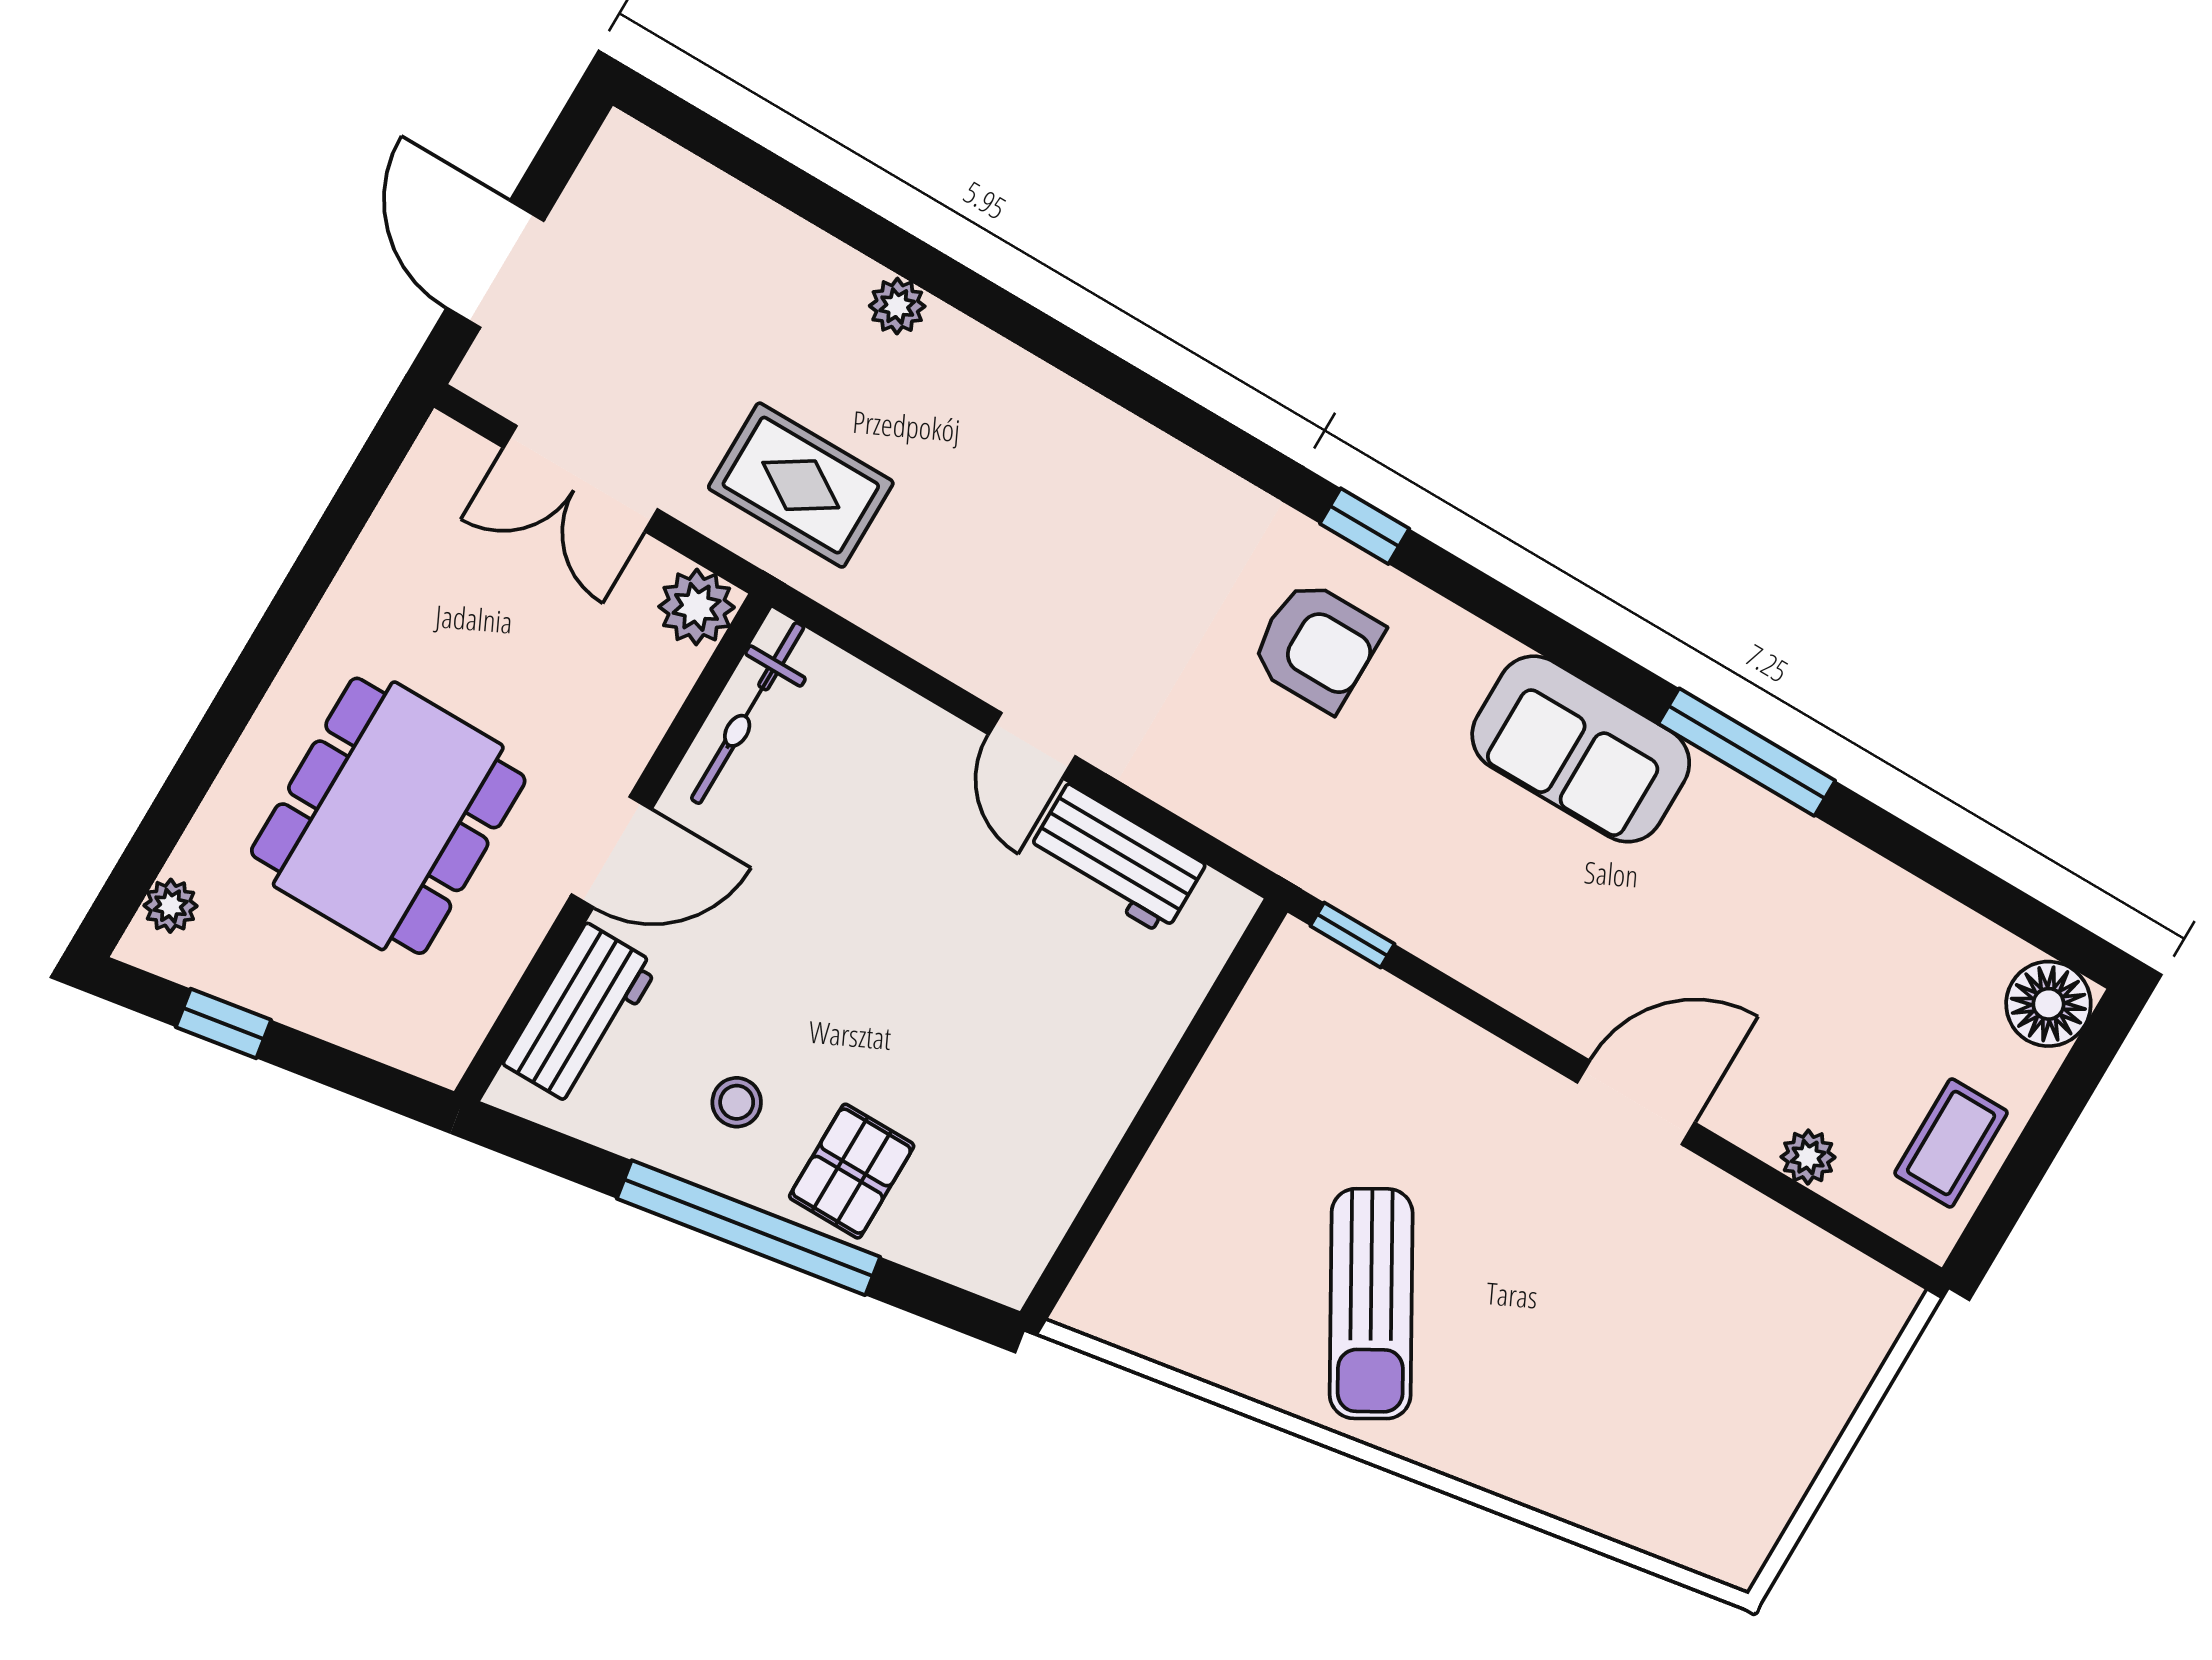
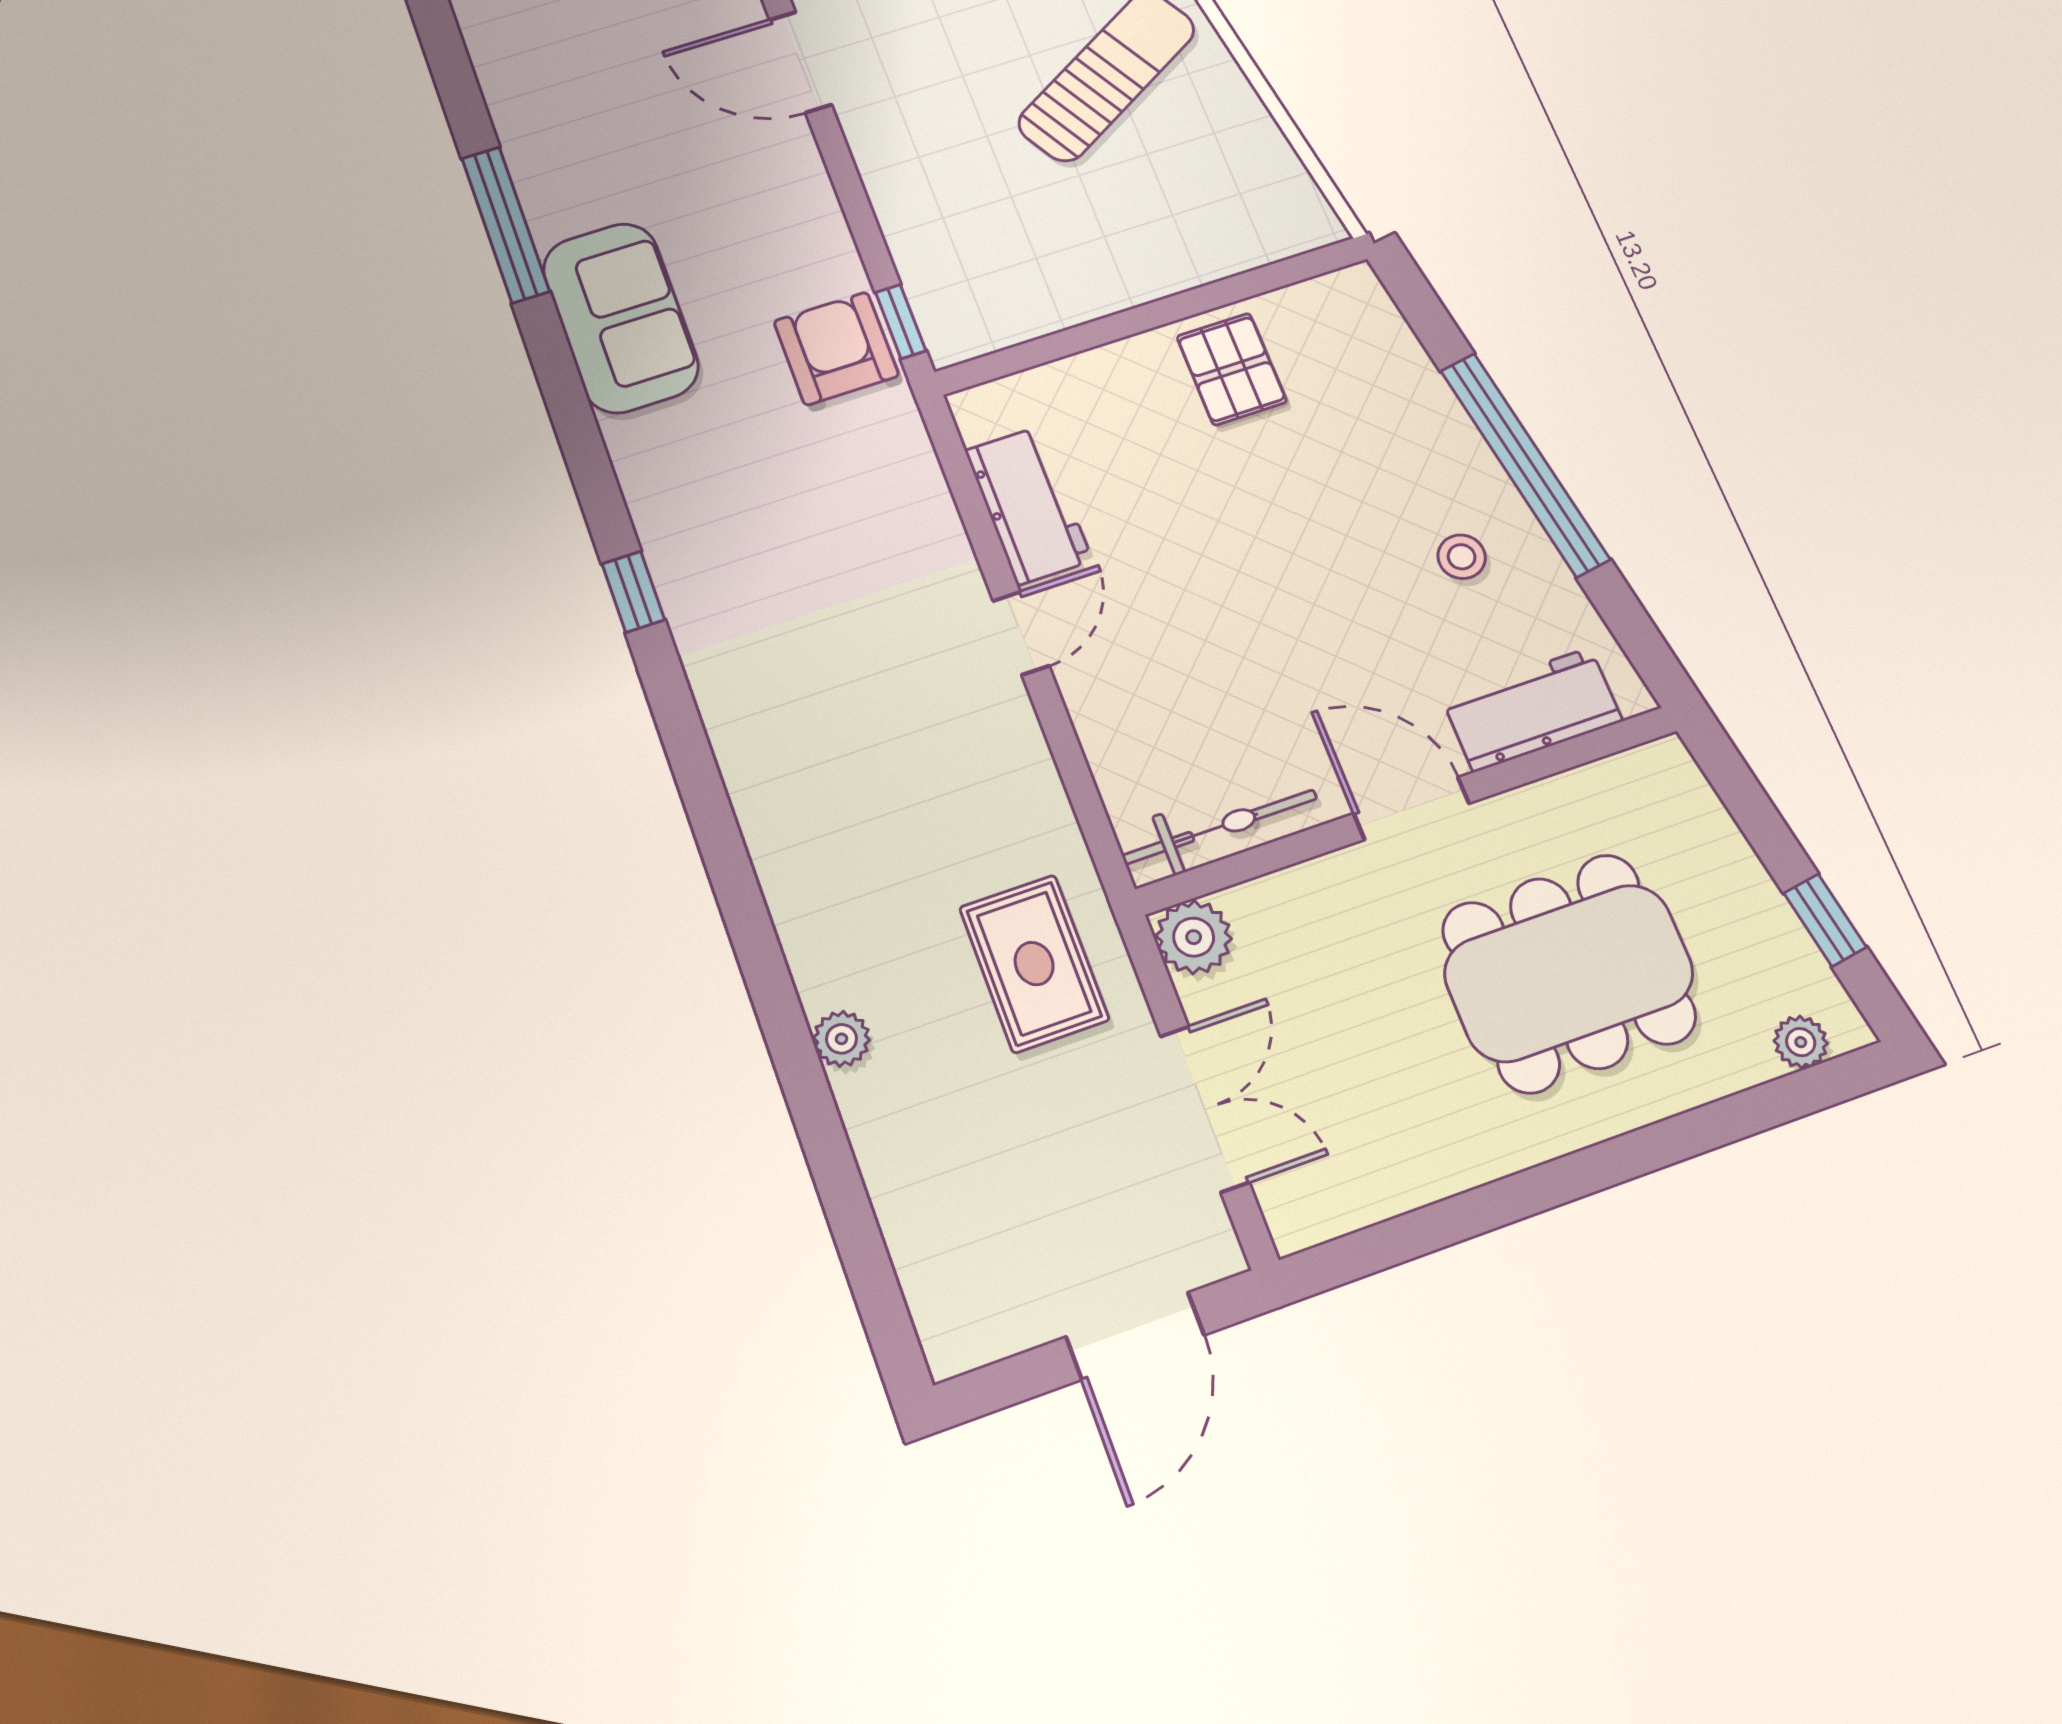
armchair: (1316, 646) -> (836, 349), moved
pallet: (852, 1171) -> (1232, 369), moved, turned 90

